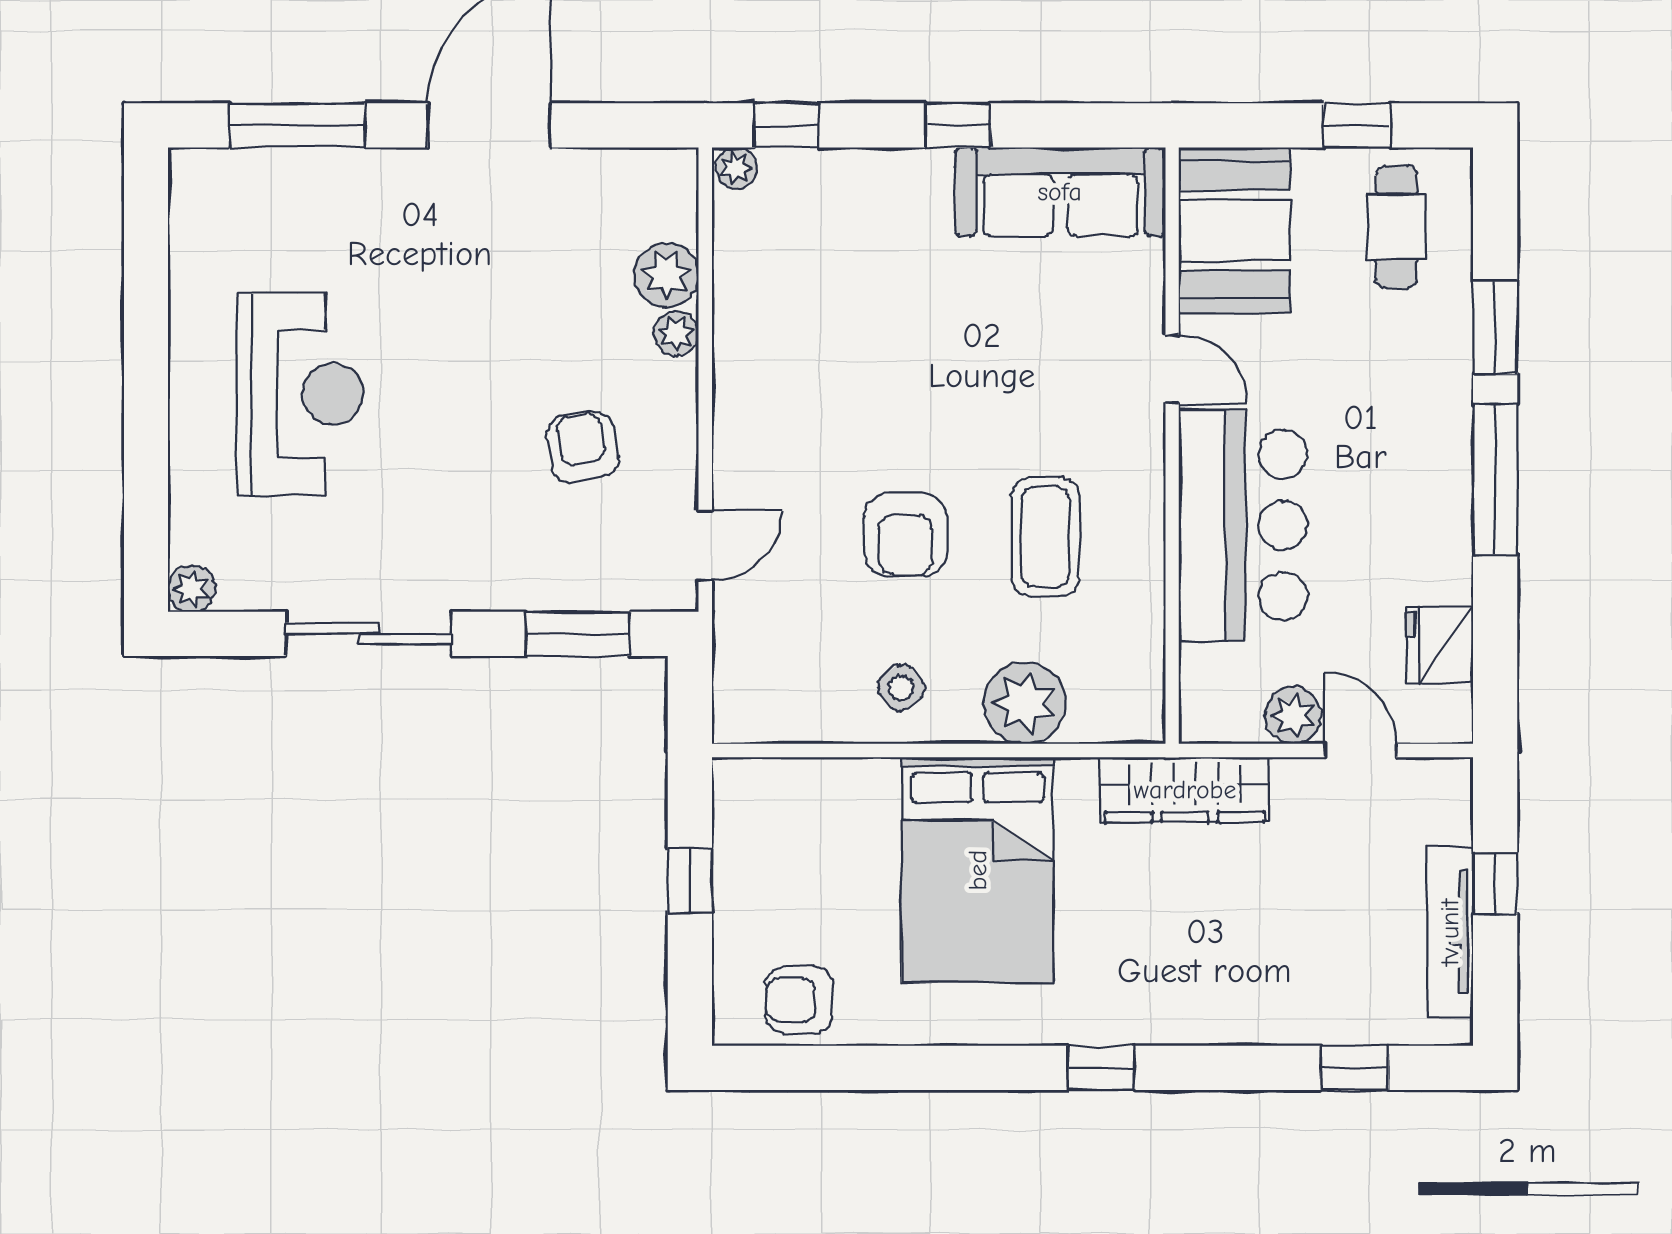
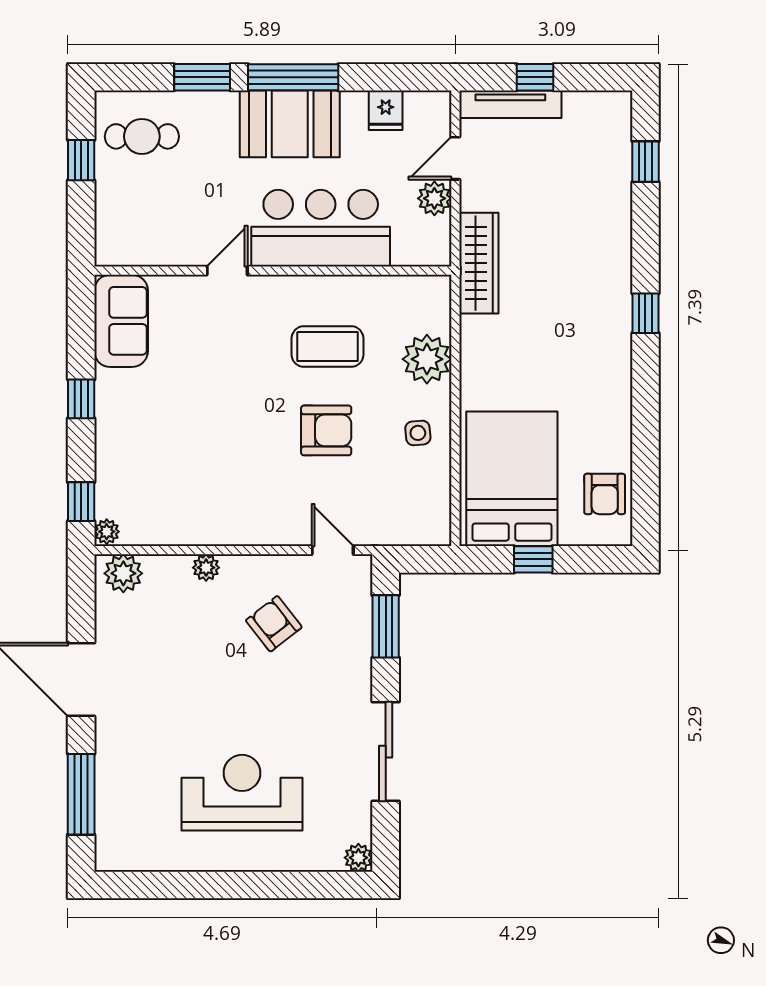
sofa: (1060, 192) -> (121, 321), width x0.73
booth: (1235, 230) -> (290, 124), moved
plant: (667, 275) -> (123, 573), moved
armchair: (582, 447) -> (274, 624), turned 63
fridge: (1440, 645) -> (386, 110), width x0.72
side table: (901, 688) -> (418, 433), turned 35
bed: (978, 870) -> (512, 479), moved, turned -90
tv unit: (1450, 932) -> (510, 104), moved

